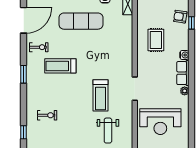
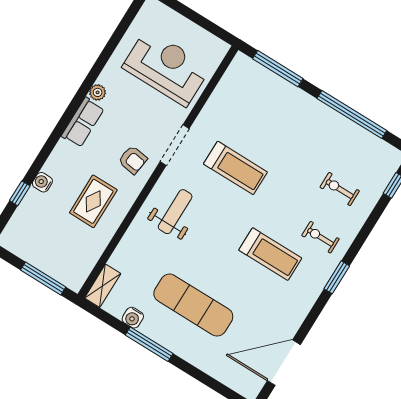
armchair: (180, 17) -> (133, 160), moved
exercise bike: (39, 47) -> (320, 237), moved
water cooler: (184, 55) -> (42, 182), moved
treadmill: (100, 95) -> (235, 168), turned 90
weight bench: (108, 131) -> (175, 212), moved

